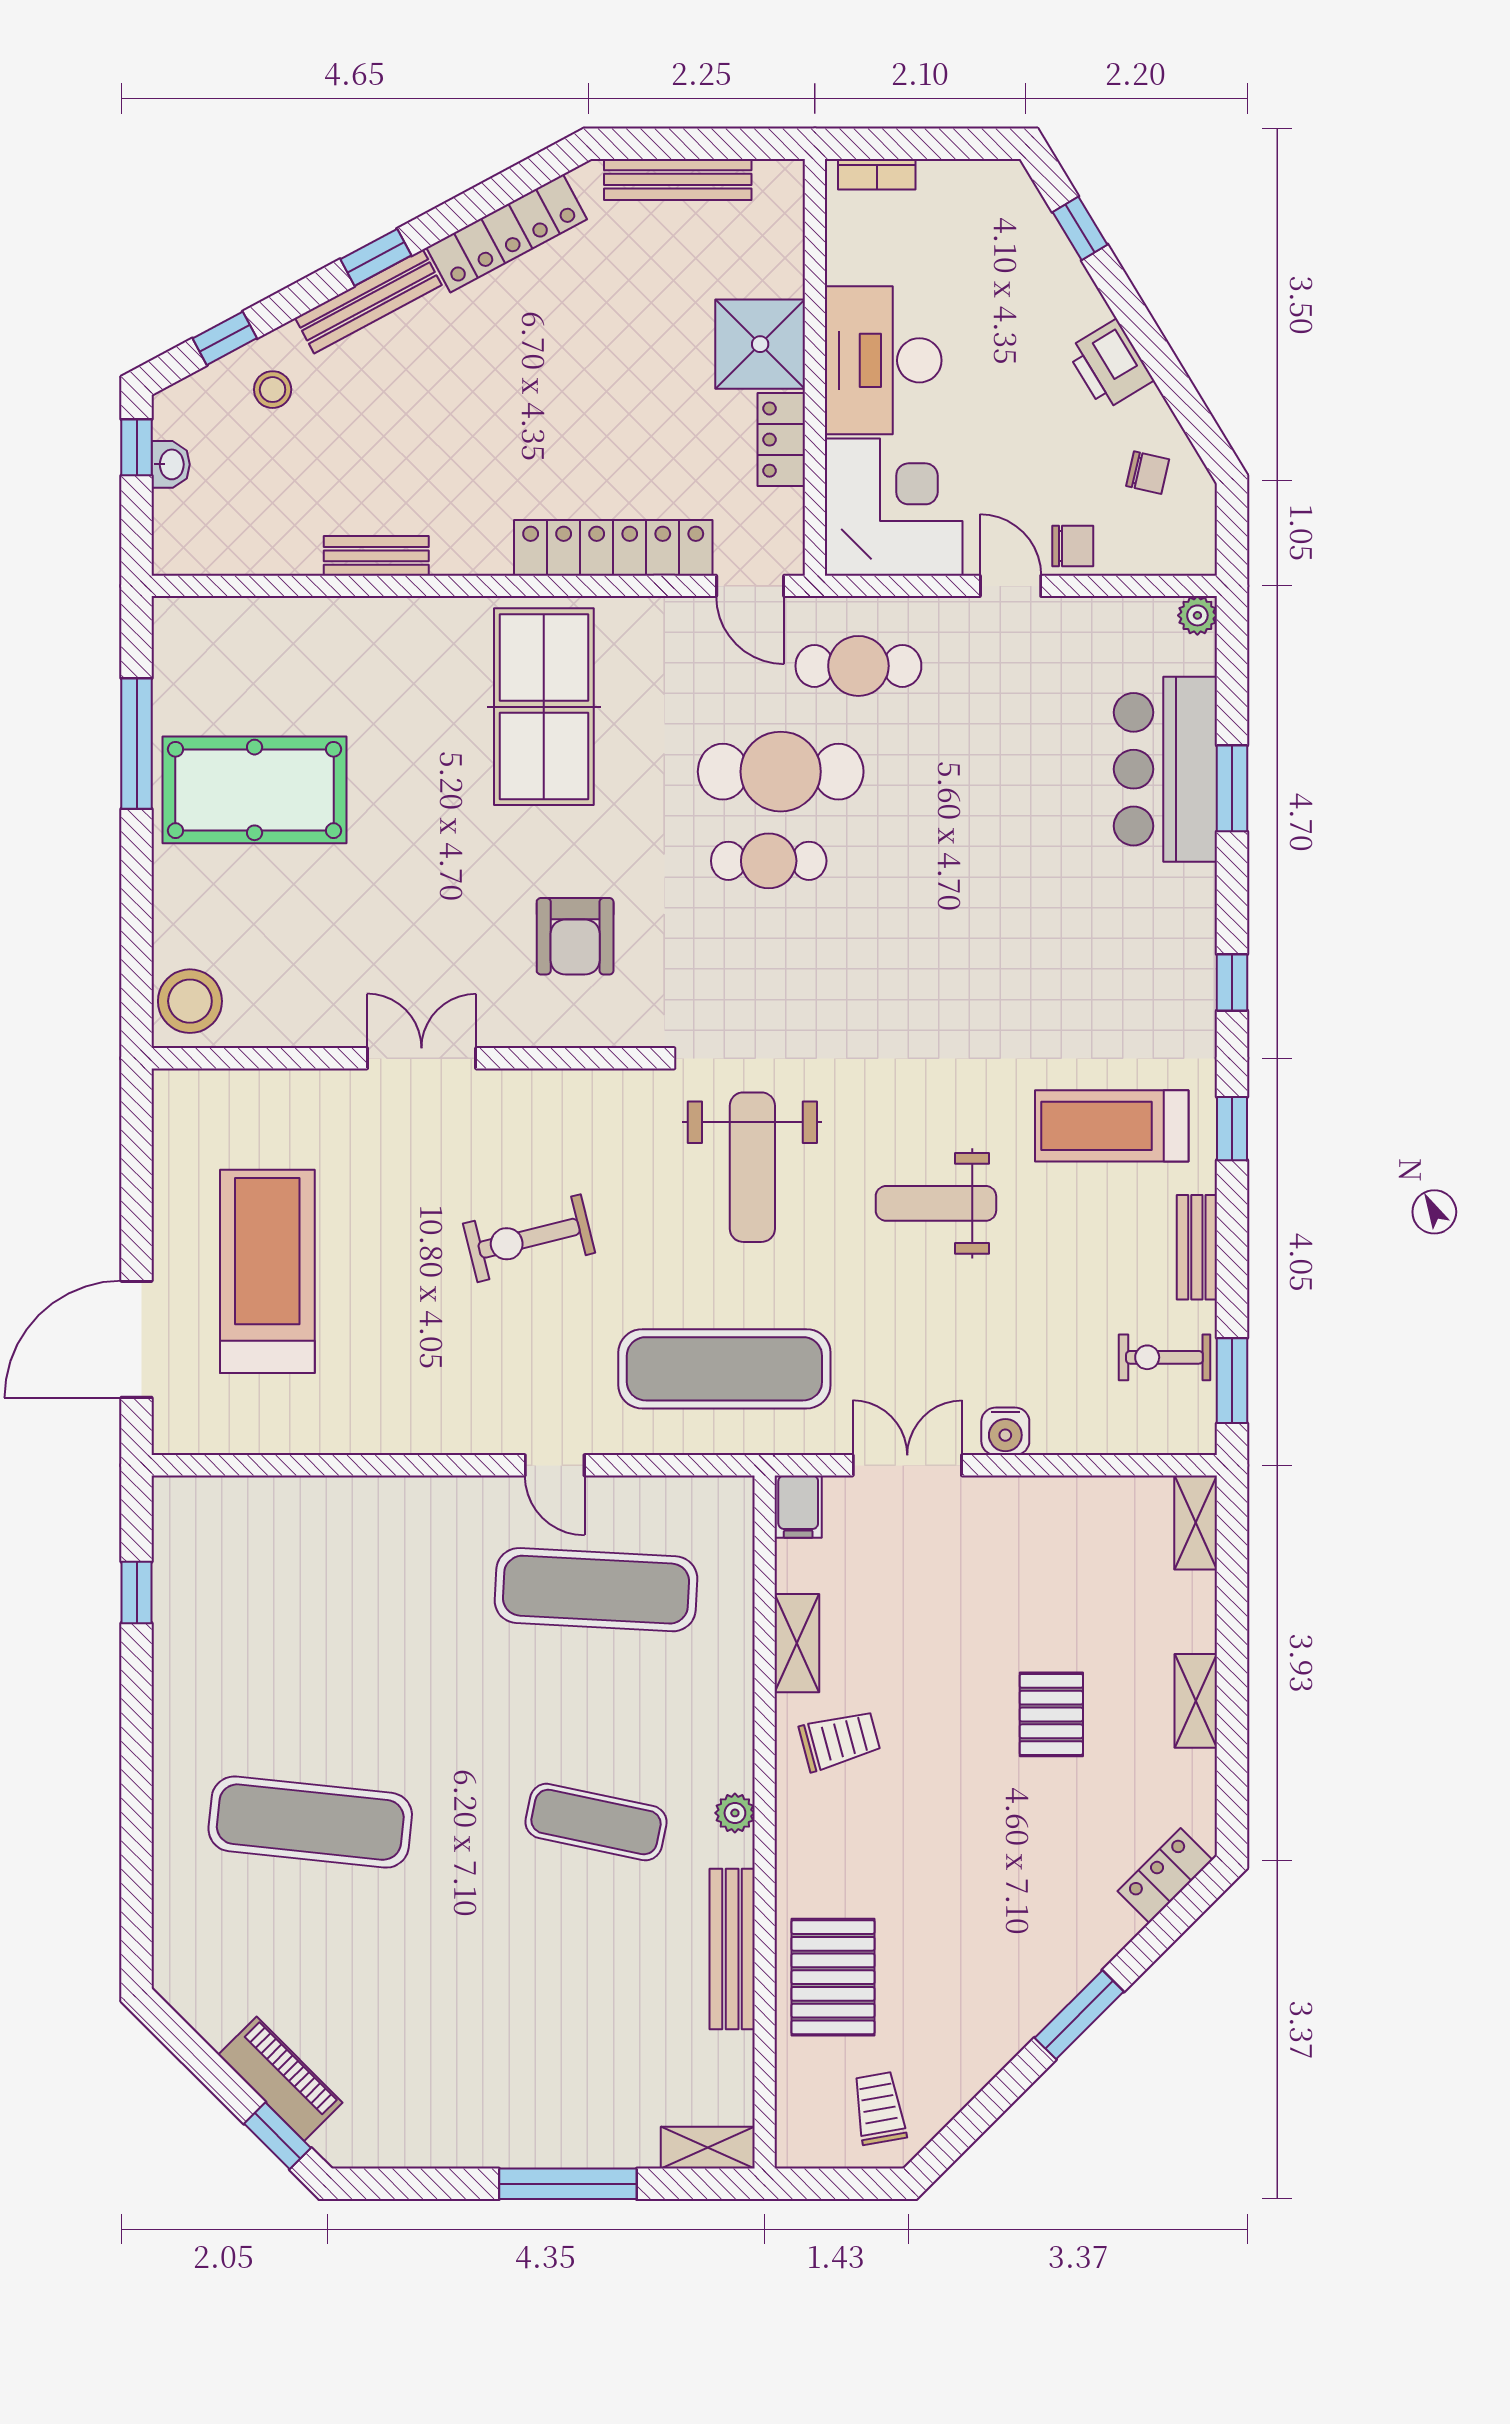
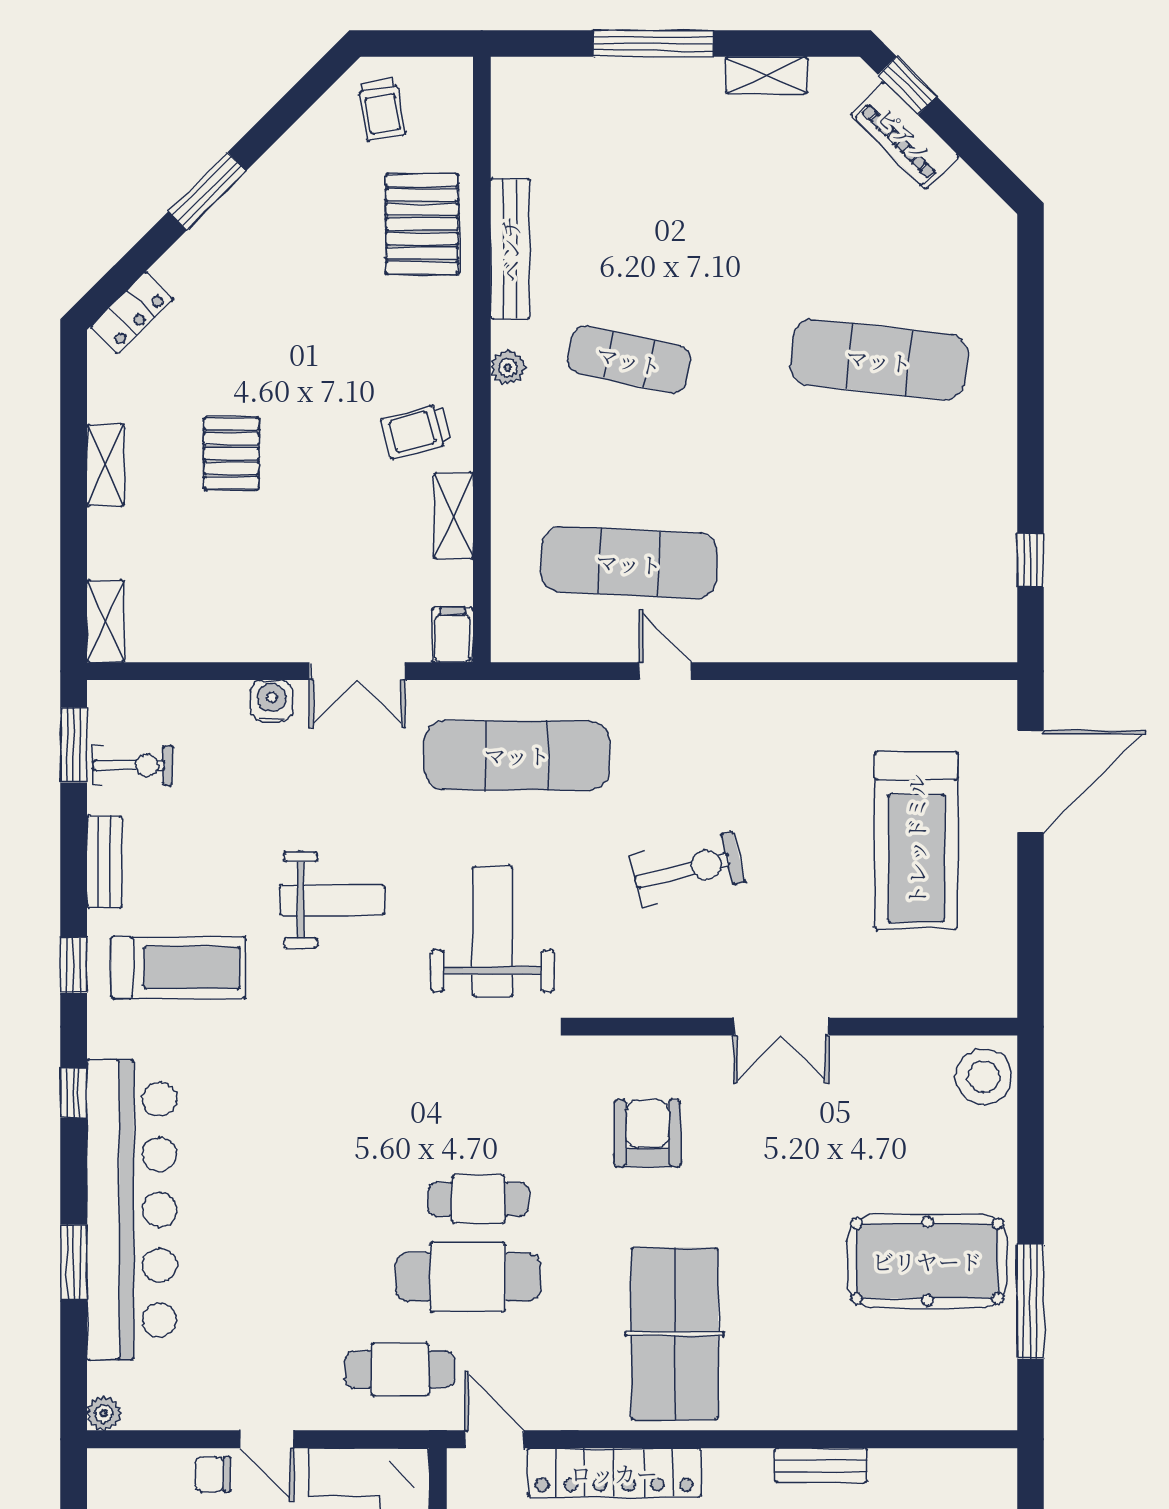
bar counter: (1165, 769) -> (132, 1210), width x1.86
shelving: (708, 2148) -> (767, 75), moved

